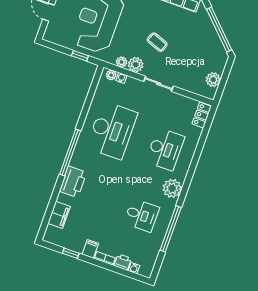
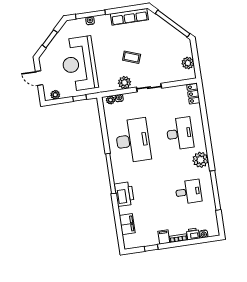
plant: (122, 62) -> (55, 95), moved

